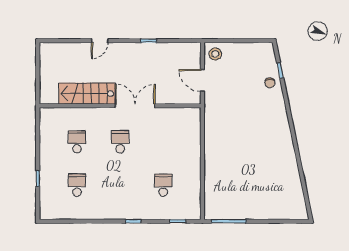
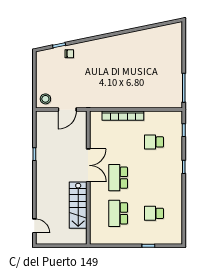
door: (100, 41) -> (34, 226), moved
double door: (135, 106) -> (88, 165), swing flipped
school desk: (77, 142) -> (118, 213), width x1.85
school desk: (120, 142) -> (118, 178), width x1.85
bookcase: (195, 148) -> (123, 116), added

